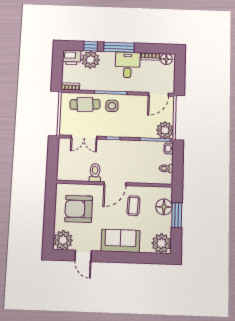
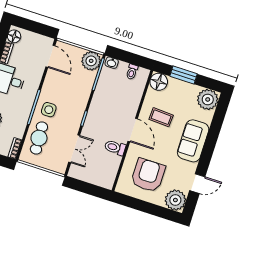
floor lamp: (164, 207) -> (159, 82), moved
armchair: (79, 209) -> (148, 175), turned 180

